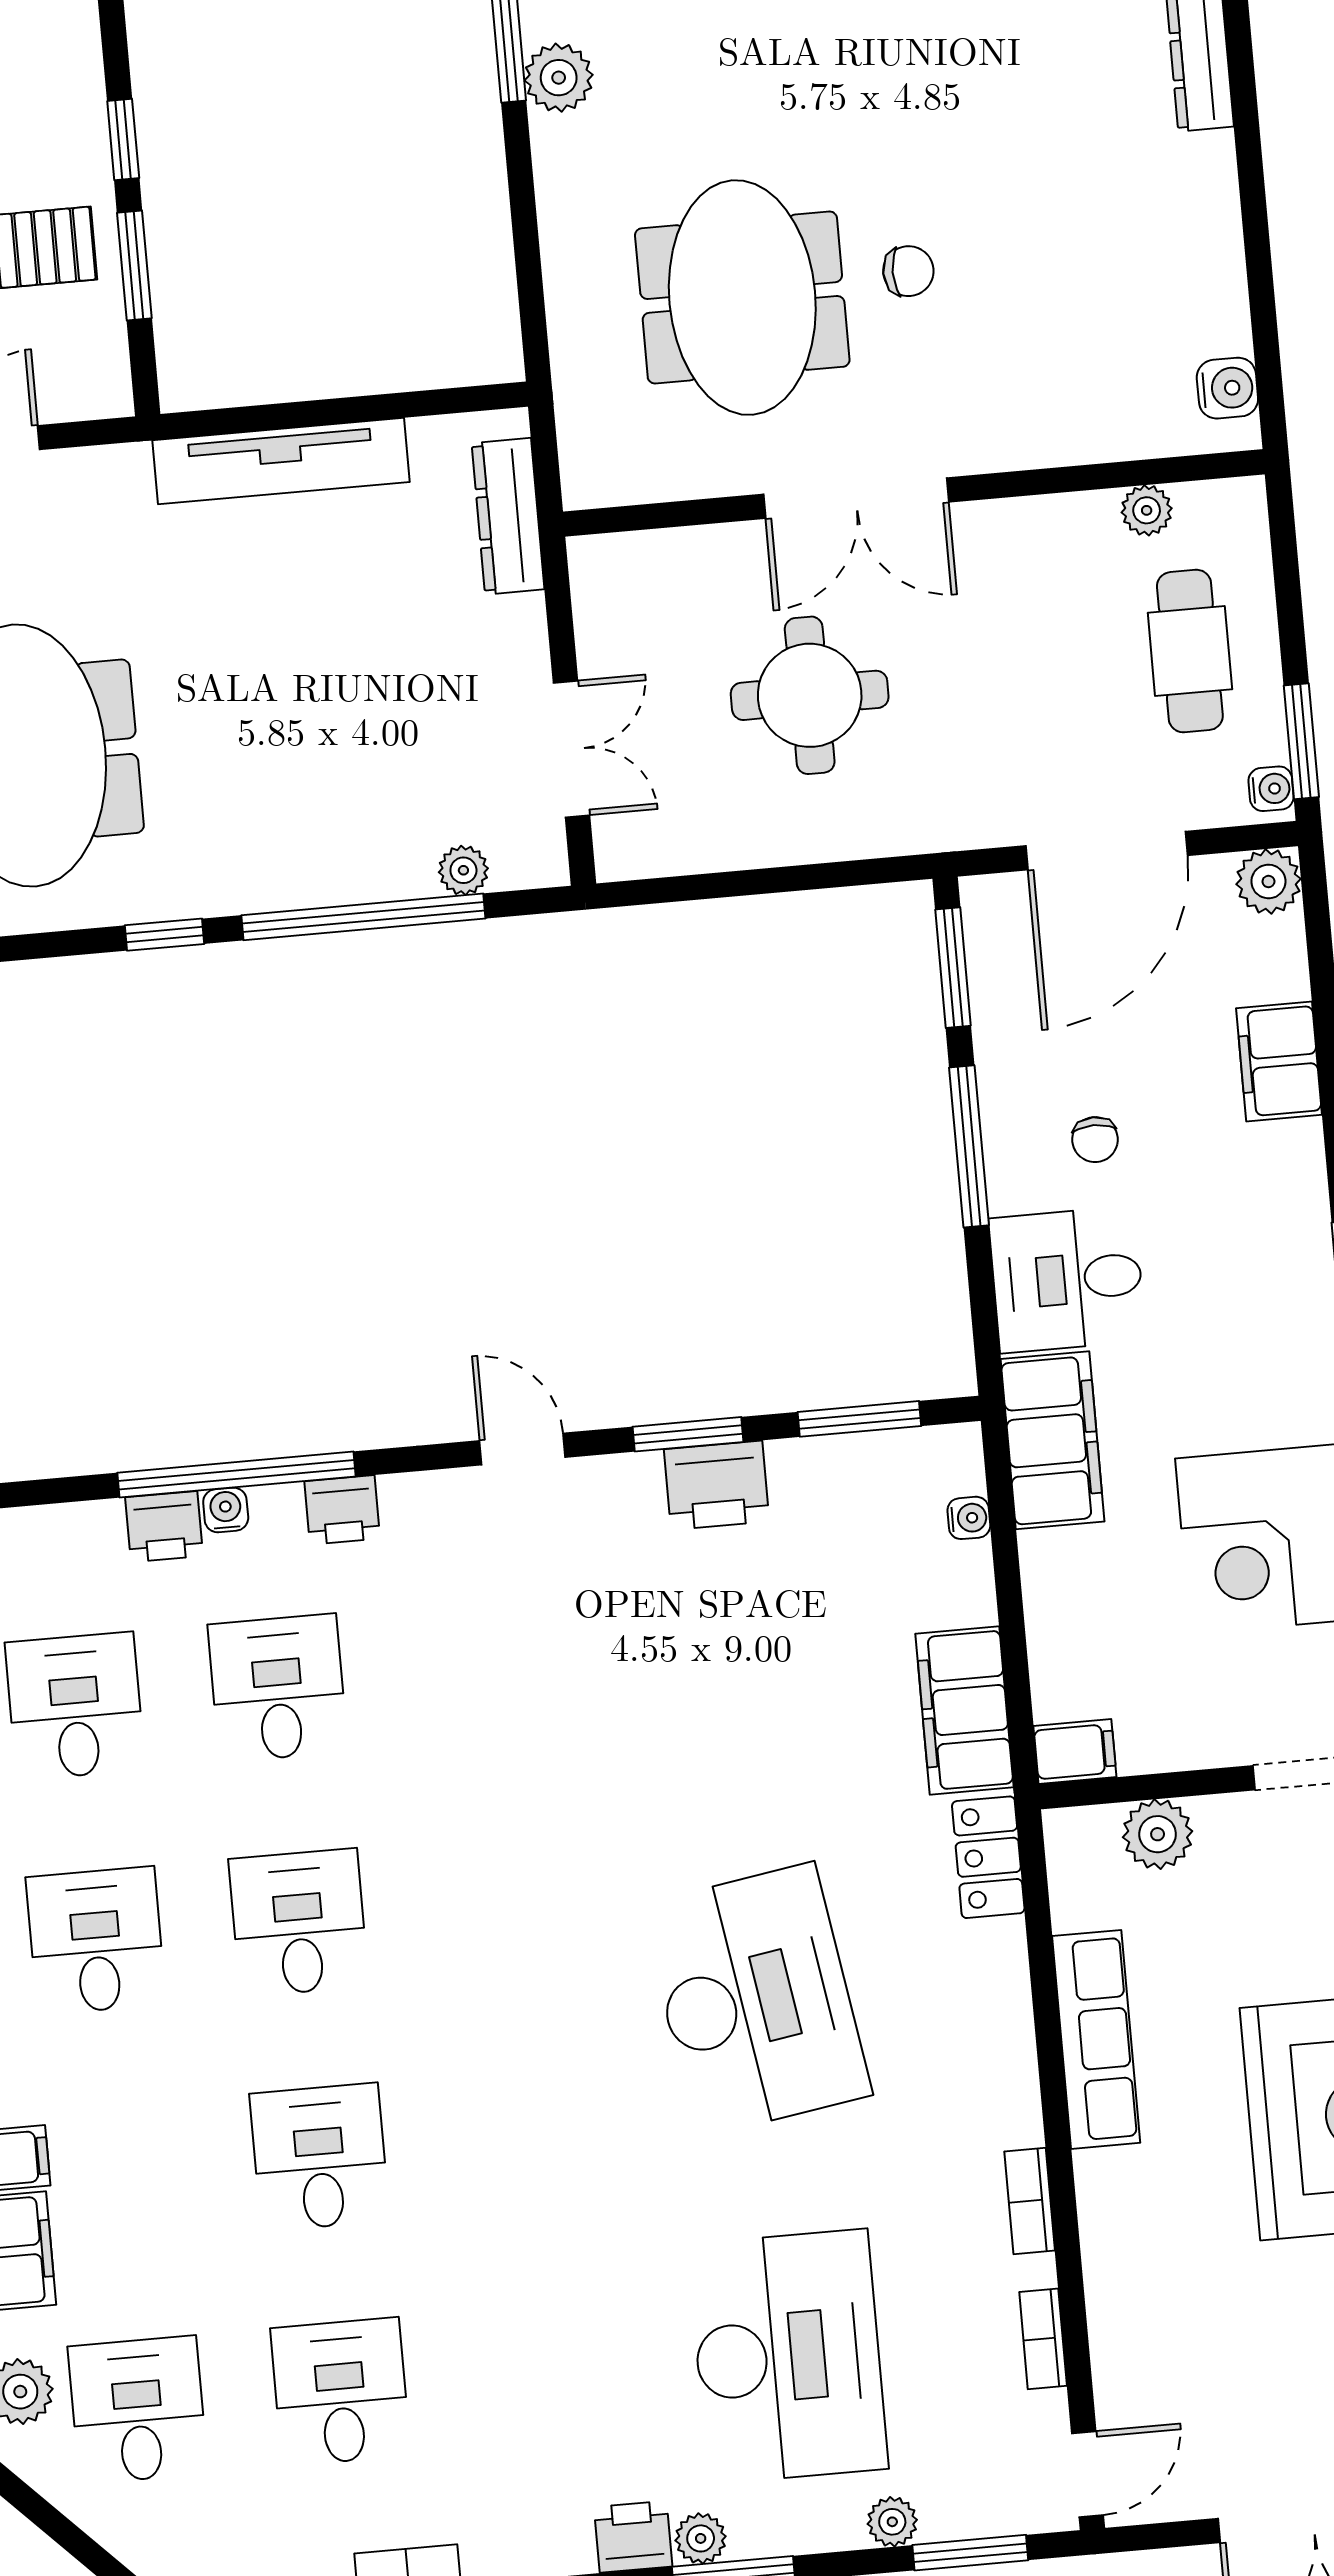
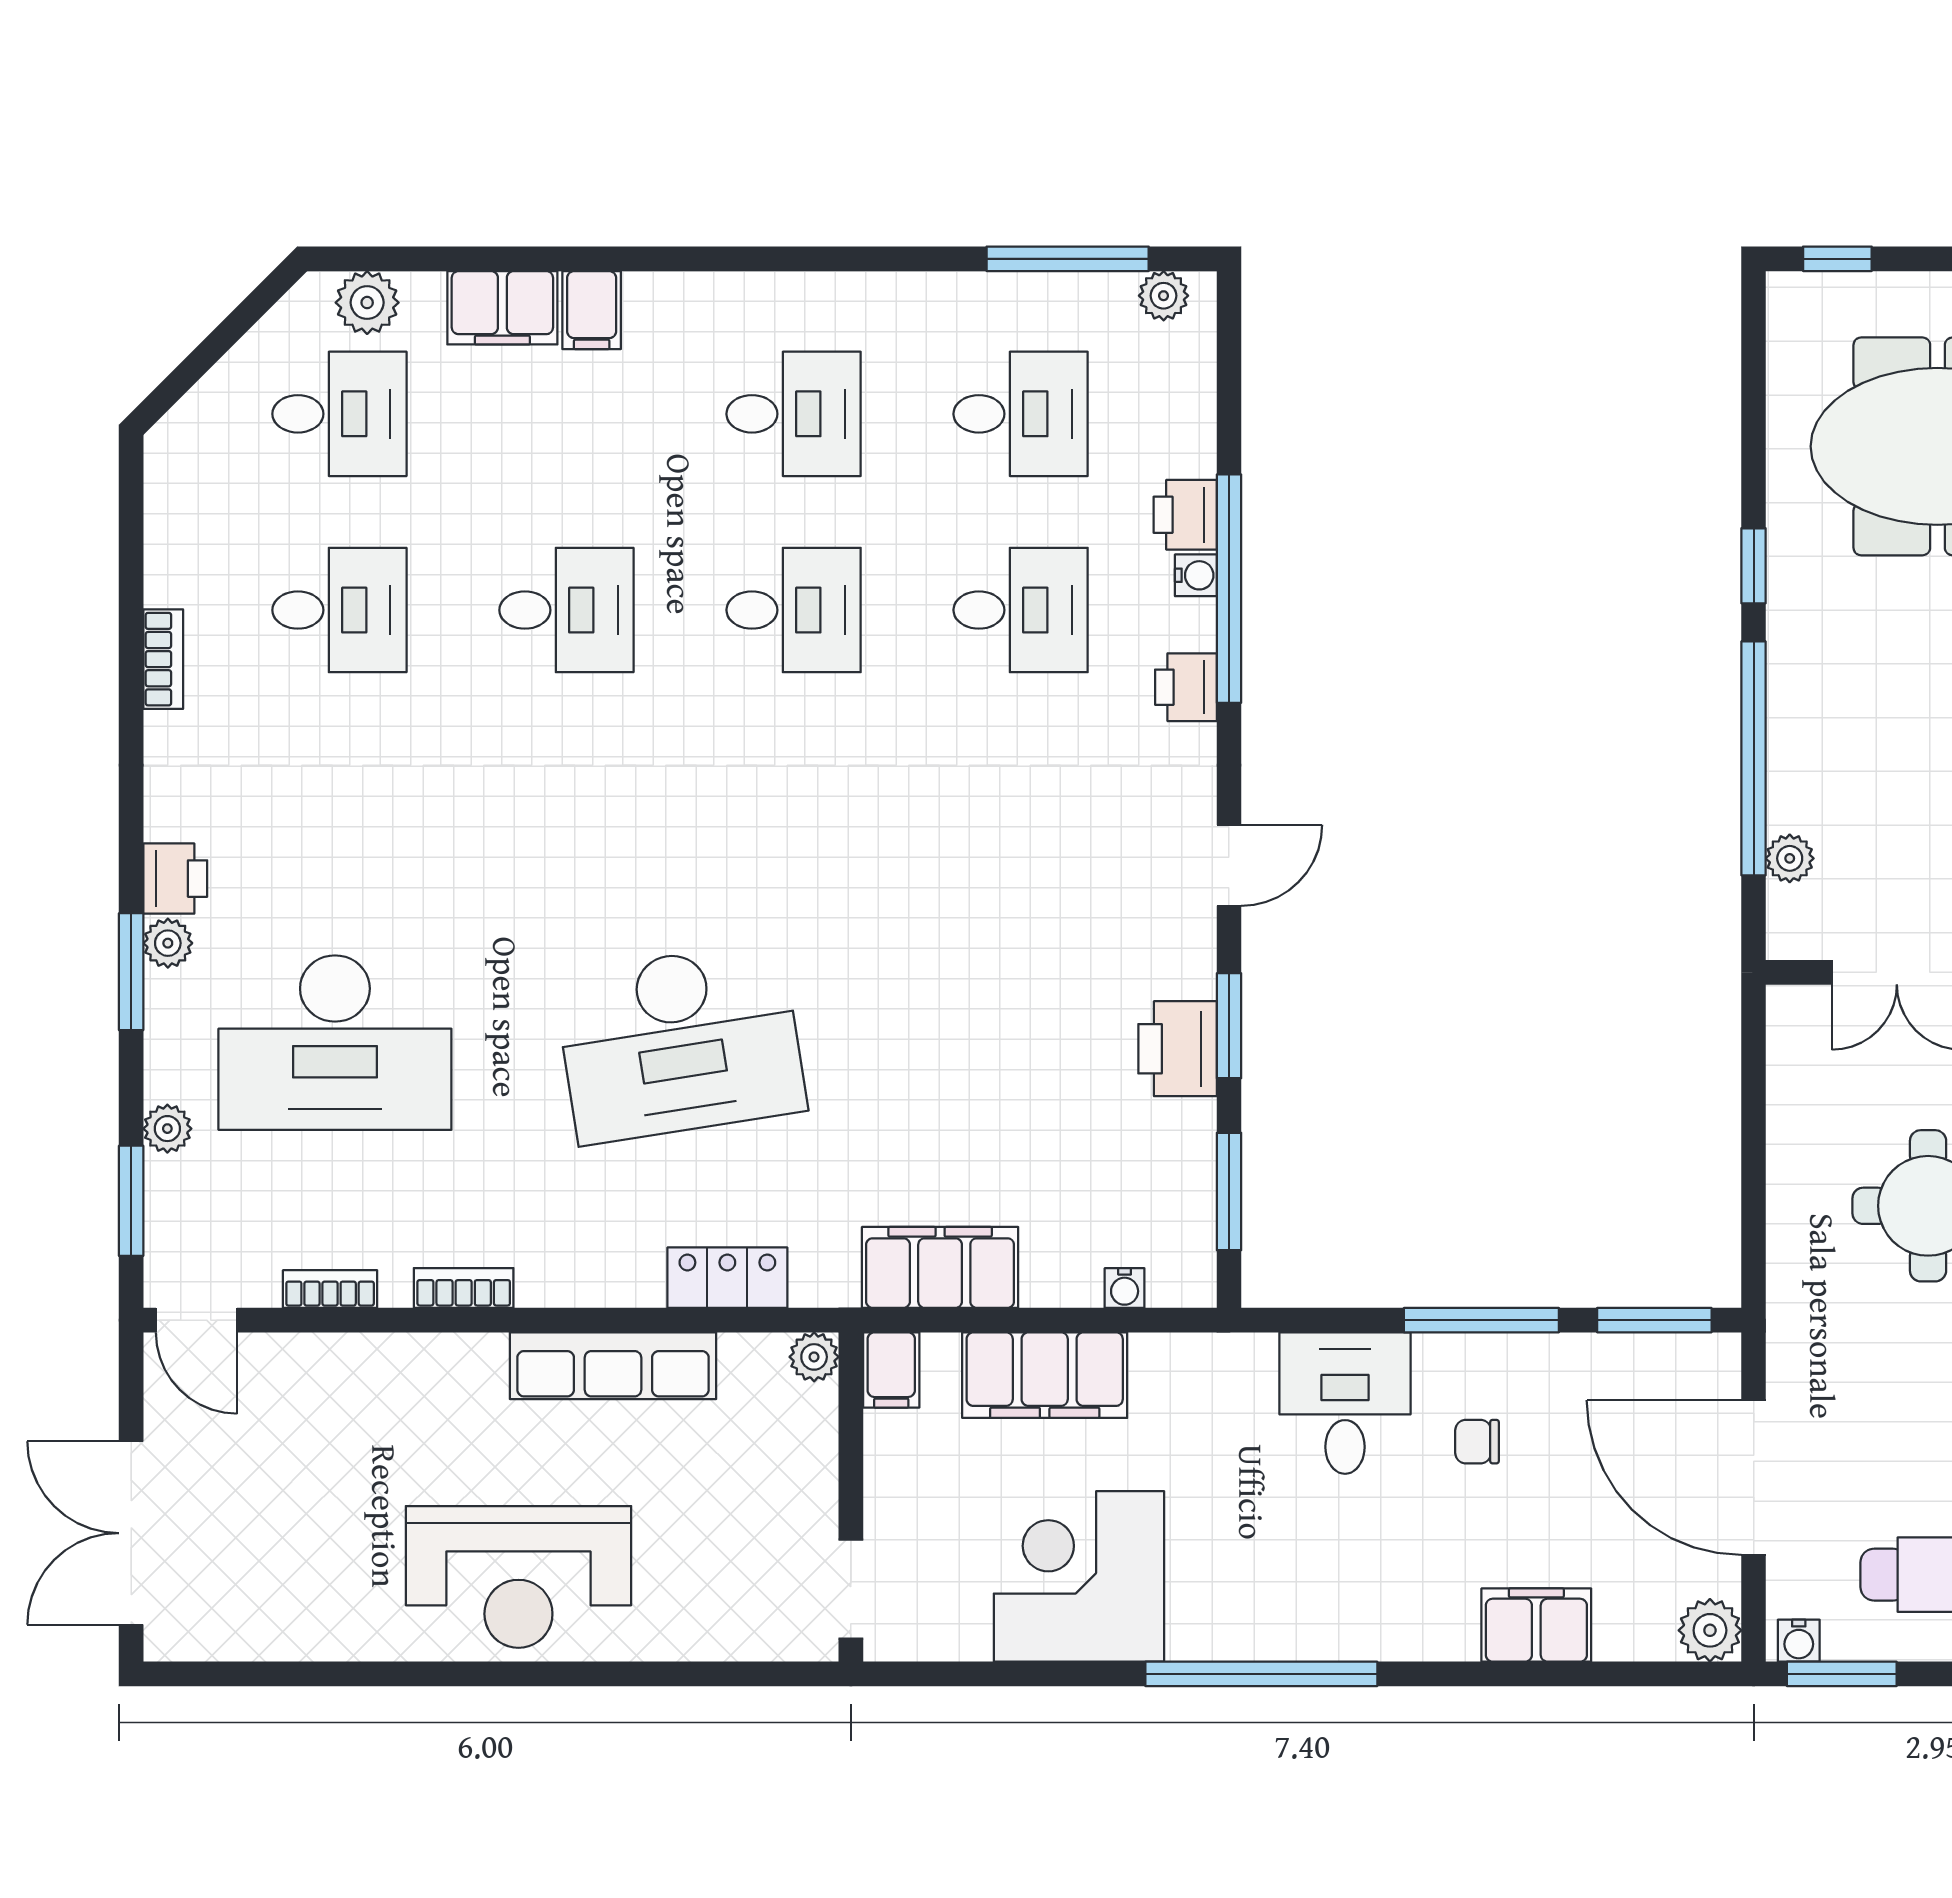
filing cabinet: (1053, 1440) -> (1045, 1375), moved
plant: (1158, 1834) -> (814, 1357), moved, width x0.73, depth x0.73
locker: (988, 1857) -> (727, 1278), moved

